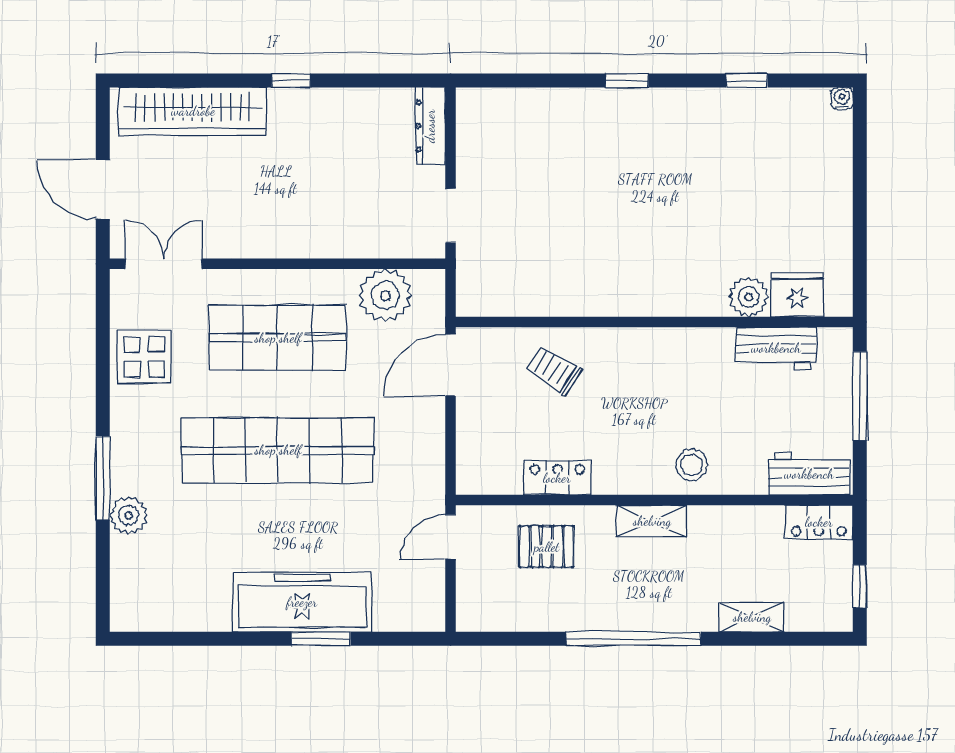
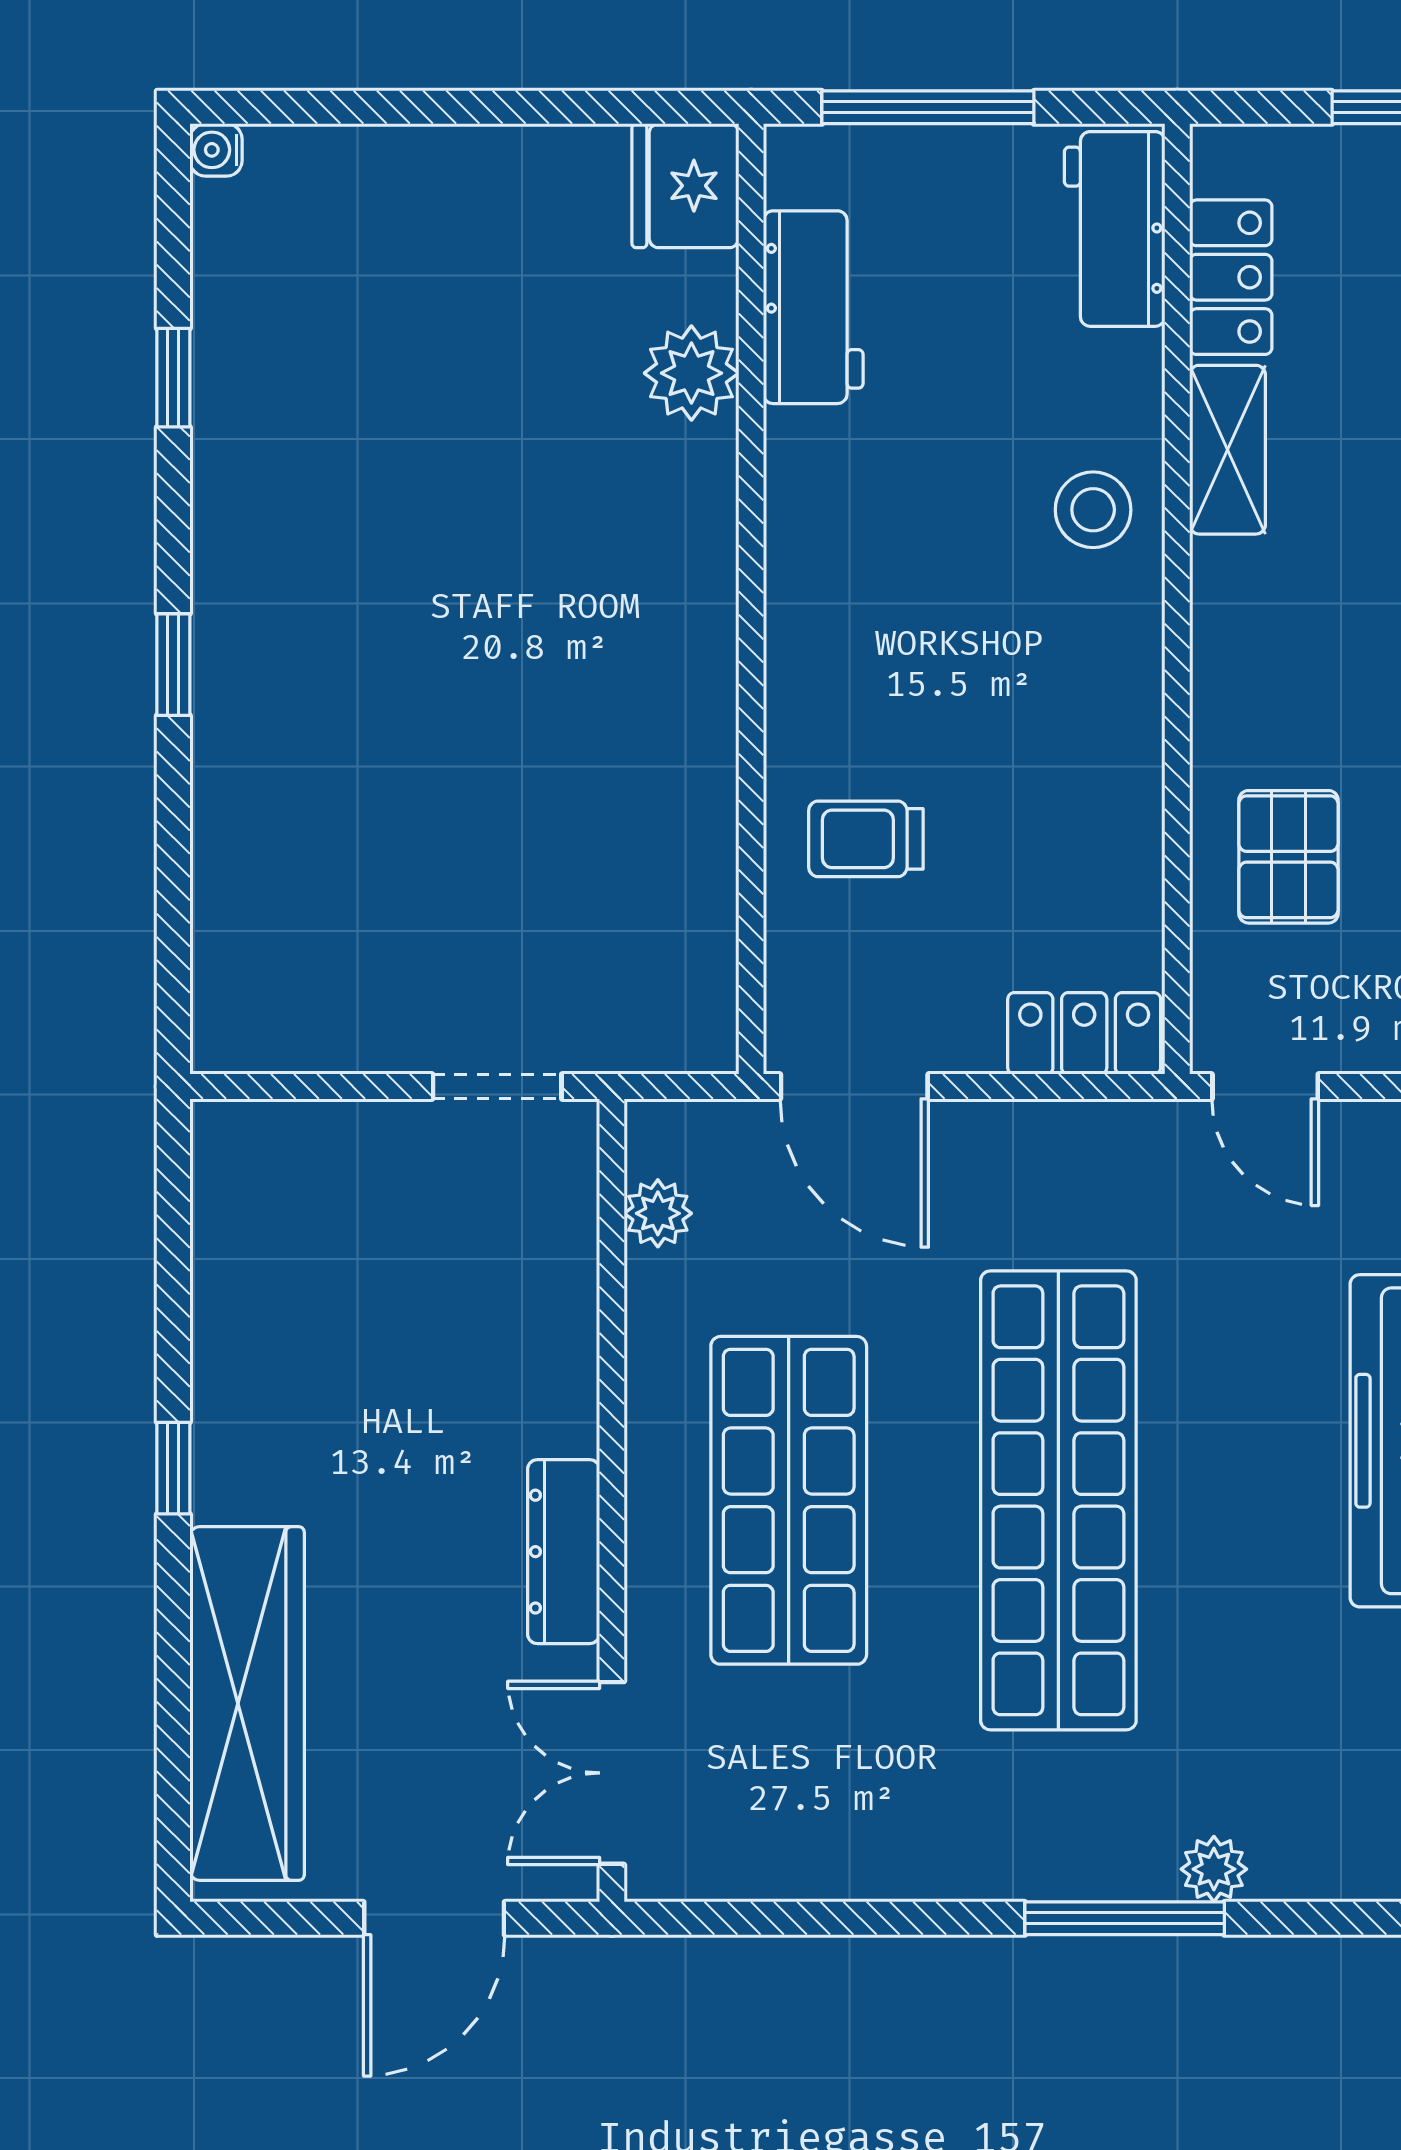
dresser: (430, 126) -> (564, 1552), moved, turned 90
fridge: (797, 294) -> (685, 186), moved
plant: (385, 295) -> (658, 1213), width x0.53, depth x0.53
display table: (144, 357) -> (834, 1819), removed
trolley: (554, 370) -> (866, 839), turned 57
locker: (557, 478) -> (1084, 1033), moved, turned 90
plant: (129, 515) -> (1214, 1869), width x0.73, depth x0.73
shelving: (652, 521) -> (1227, 450), moved
locker: (819, 522) -> (1231, 277), moved

